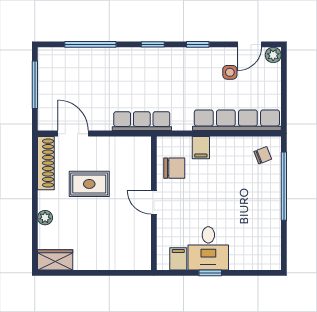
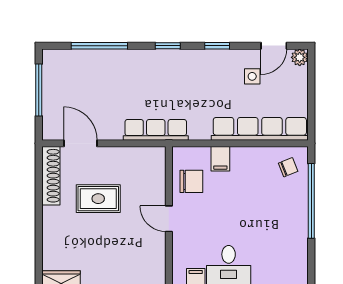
plant: (45, 218) -> (50, 235), removed

